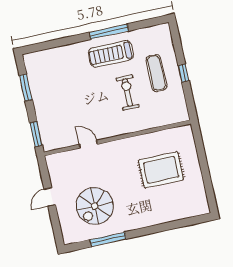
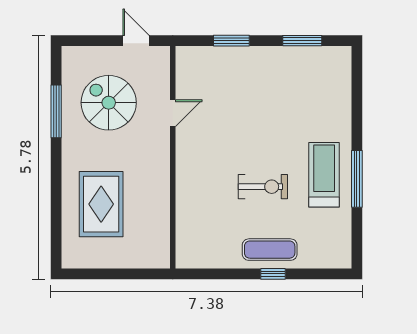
exercise mat: (156, 73) -> (270, 250), moved
wall: (117, 138) -> (173, 157), moved
door: (88, 144) -> (173, 113), moved
rug: (161, 170) -> (101, 204), moved

